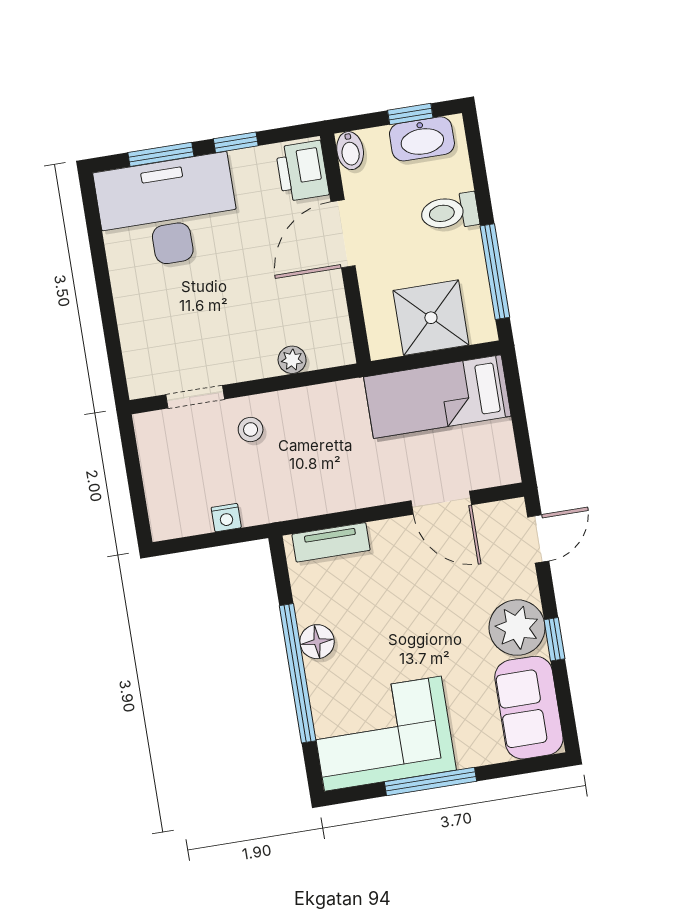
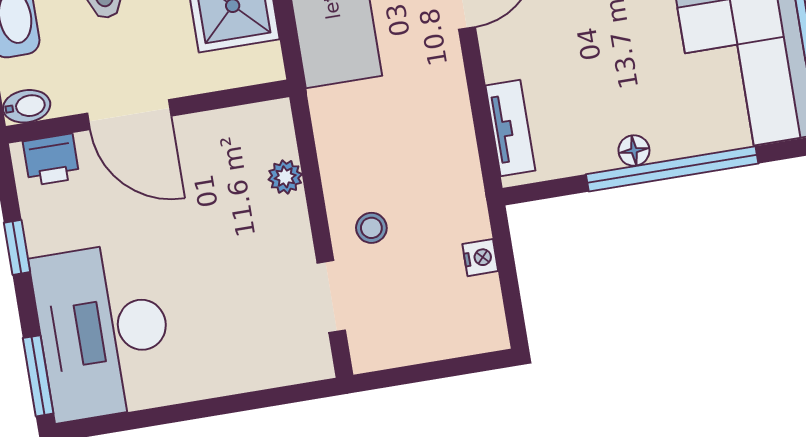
window: (161, 154) -> (38, 376), moved
printer: (302, 171) -> (51, 160), width x0.73, depth x0.81
floor lamp: (317, 642) -> (634, 151), width x0.73, depth x0.73

